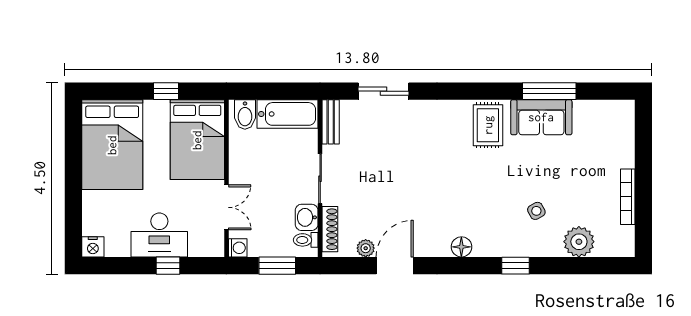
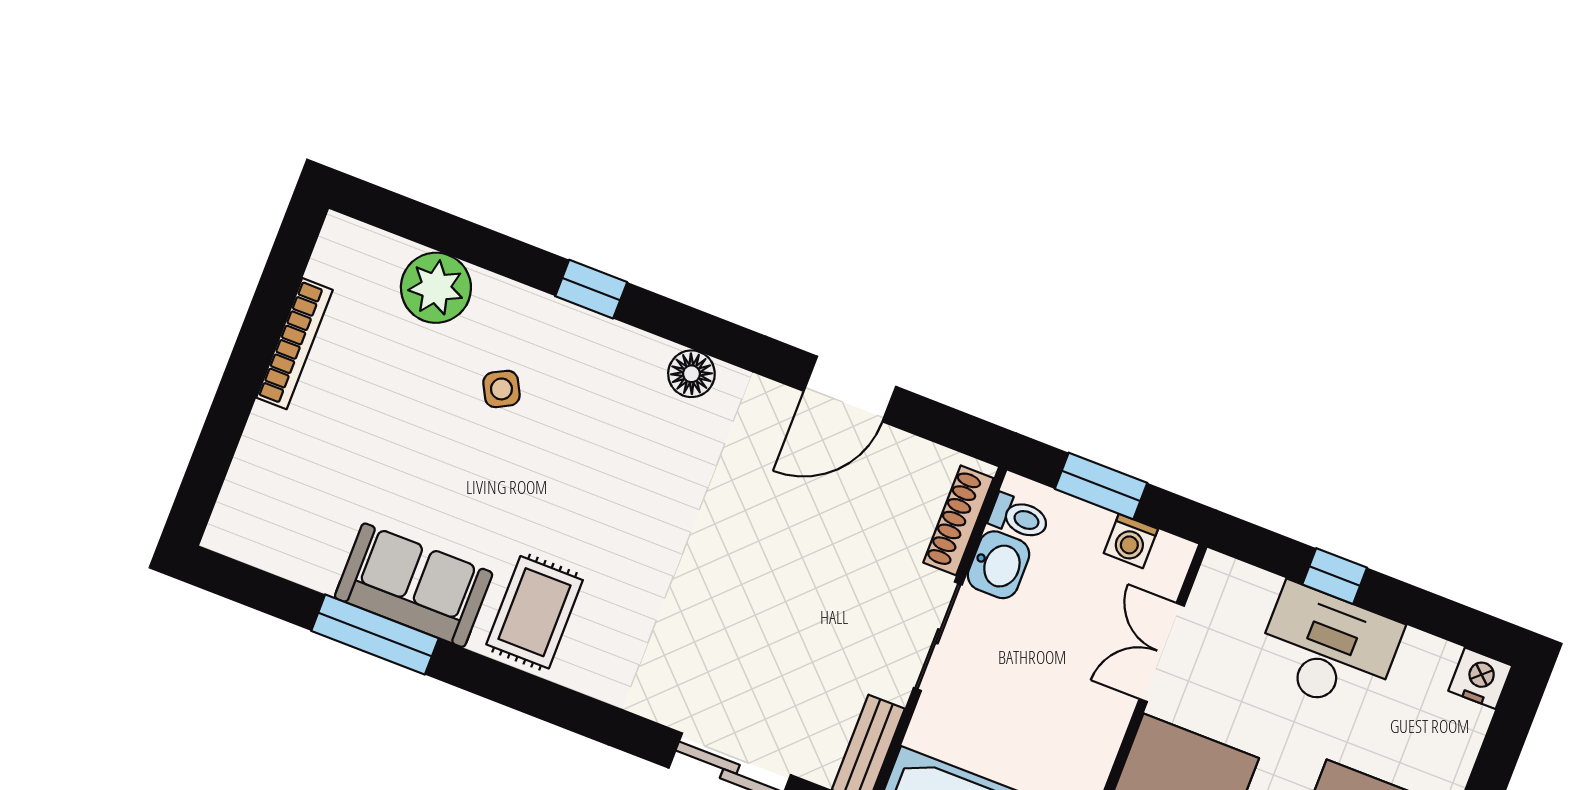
washing machine: (238, 248) -> (1131, 541), moved, turned -90
plant: (366, 248) -> (898, 450), removed

